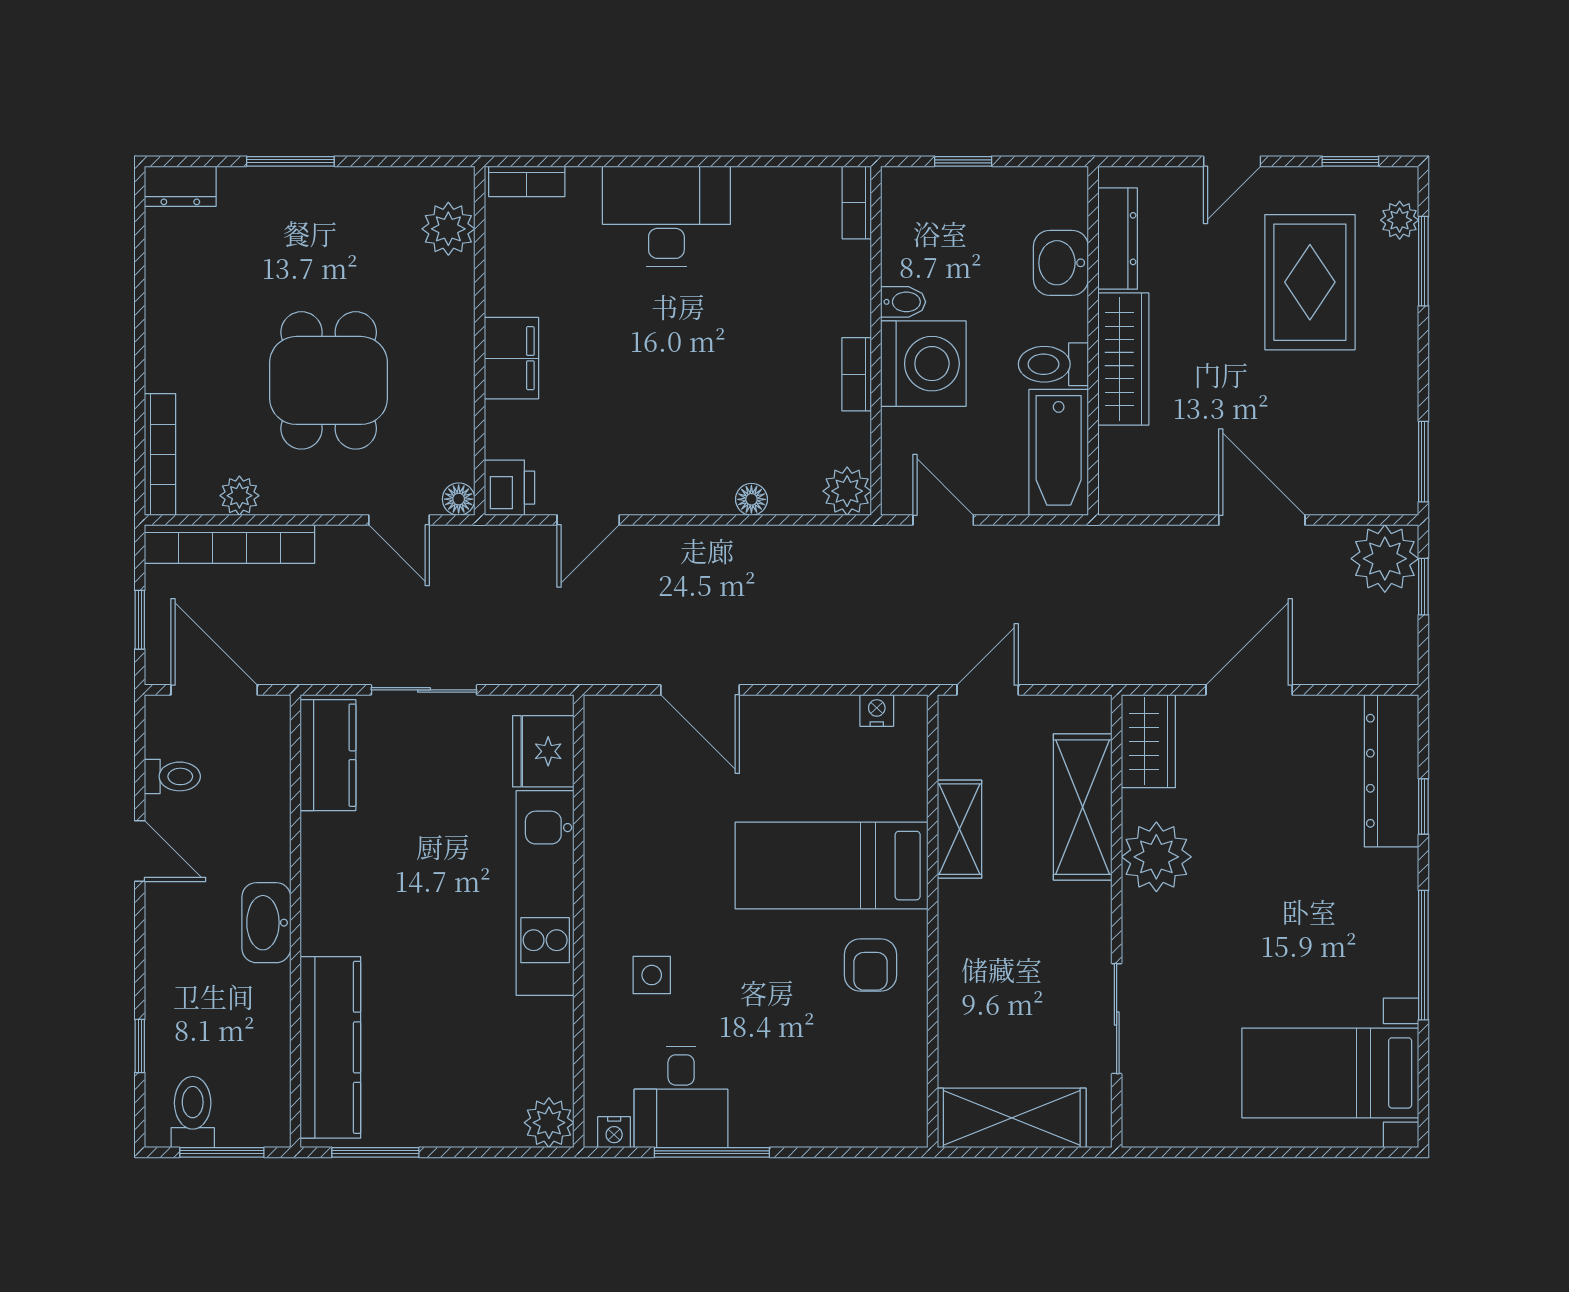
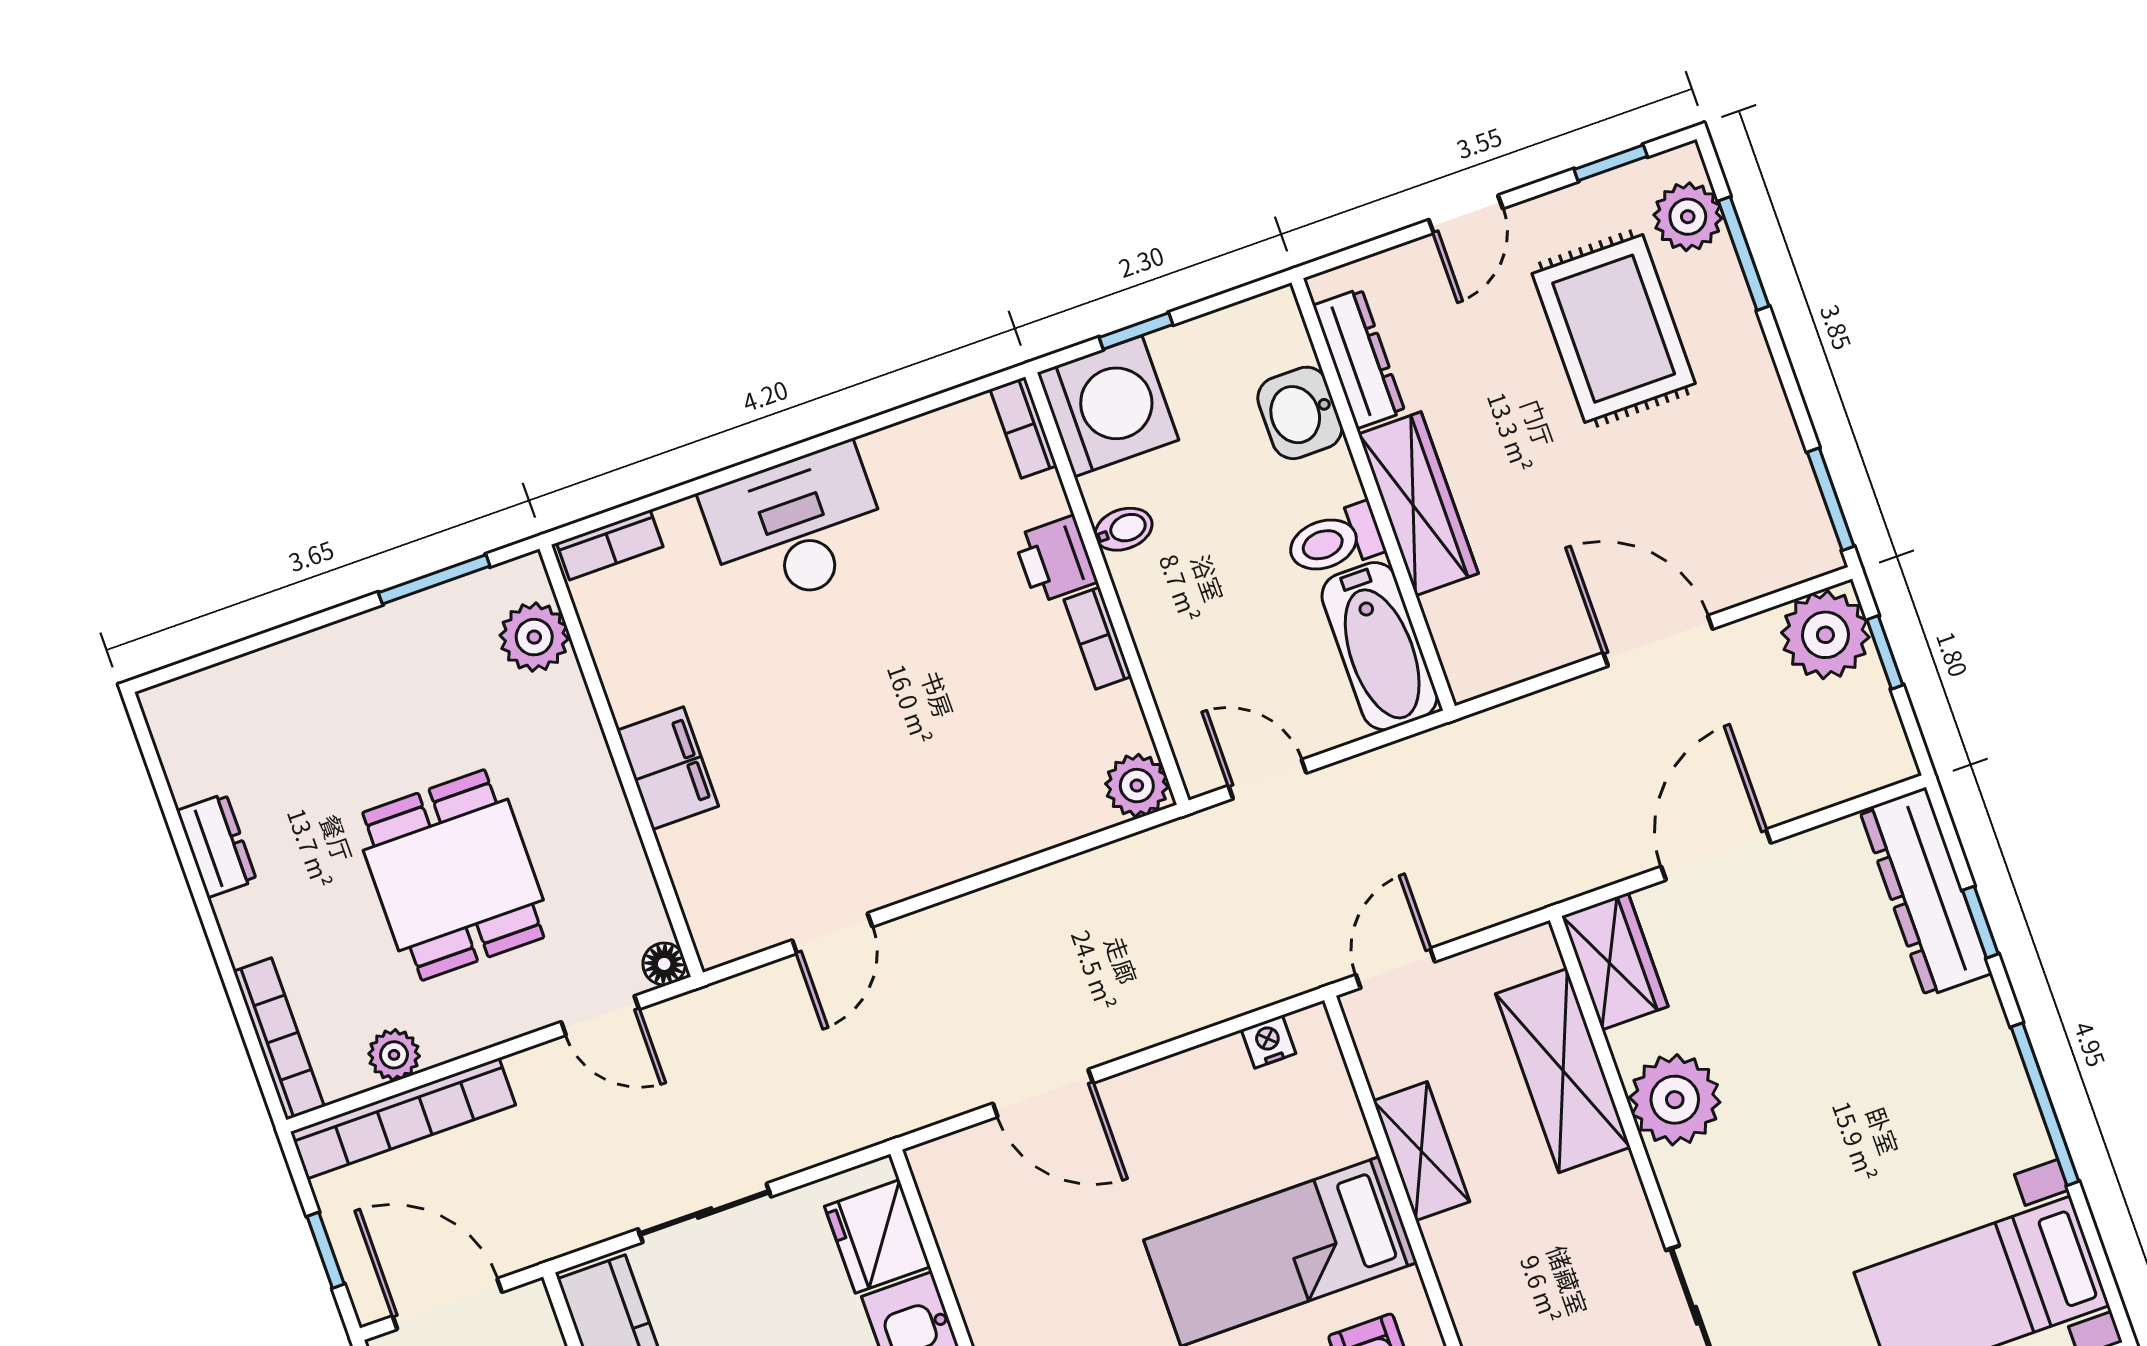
window: (290, 161) -> (434, 579), moved
dresser: (180, 186) -> (217, 846), moved, turned -90
plant: (1400, 220) -> (1688, 217), width x1.38, depth x1.38
washing machine: (923, 364) -> (1108, 406), moved
printer: (509, 488) -> (1055, 559), moved, turned 180
floor lamp: (751, 499) -> (1023, 837), removed

